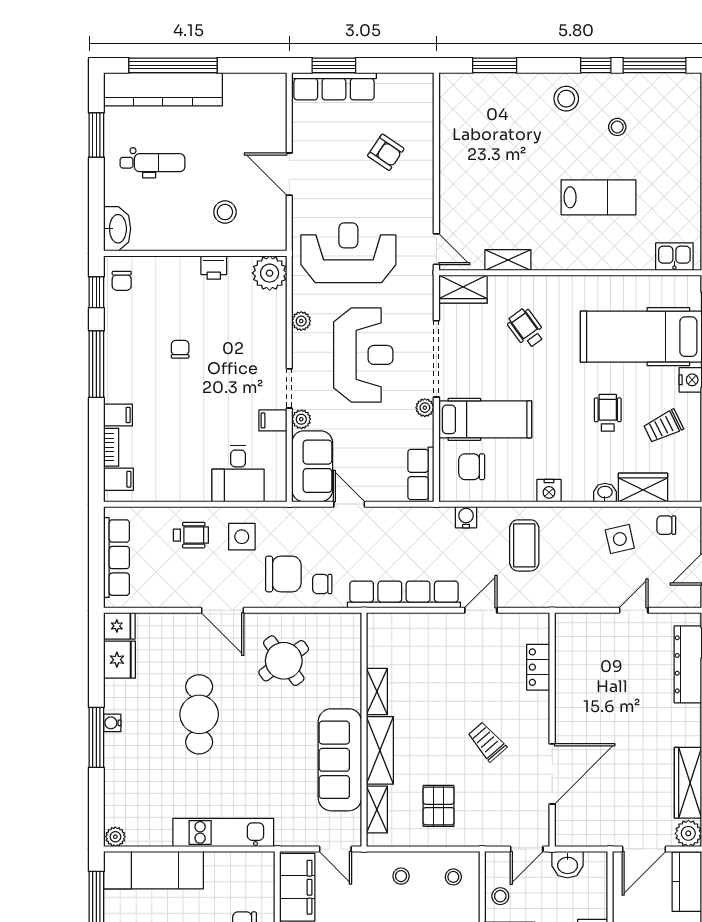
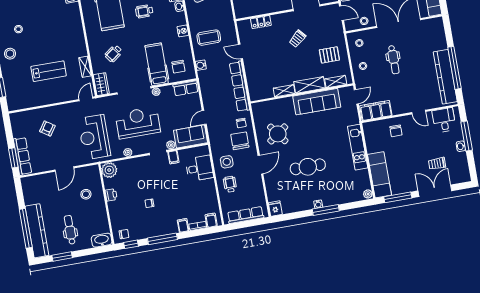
lab bench: (599, 197) -> (49, 71), moved, turned 90
fridge: (120, 660) -> (290, 206), removed

